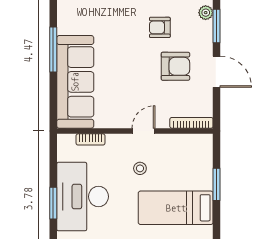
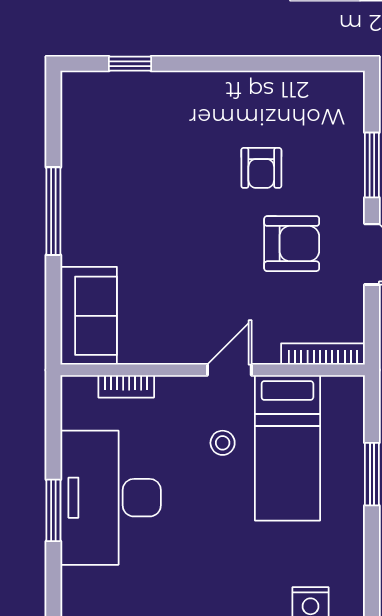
plant: (206, 13) -> (351, 139), removed
armchair: (160, 27) -> (261, 168), turned -90
sofa: (75, 82) -> (89, 316), width x0.54, depth x0.79
bed: (176, 208) -> (287, 448), moved, turned -90

